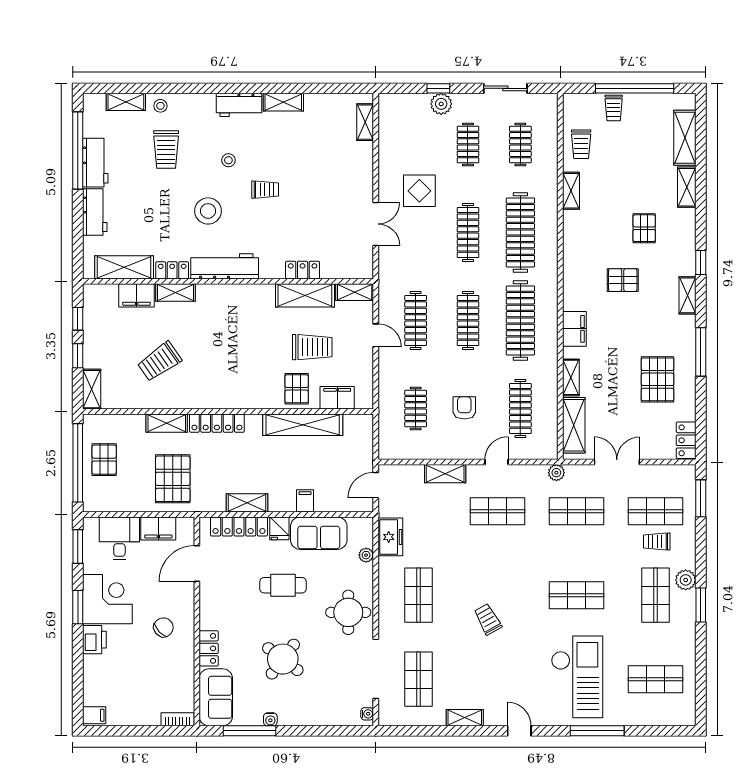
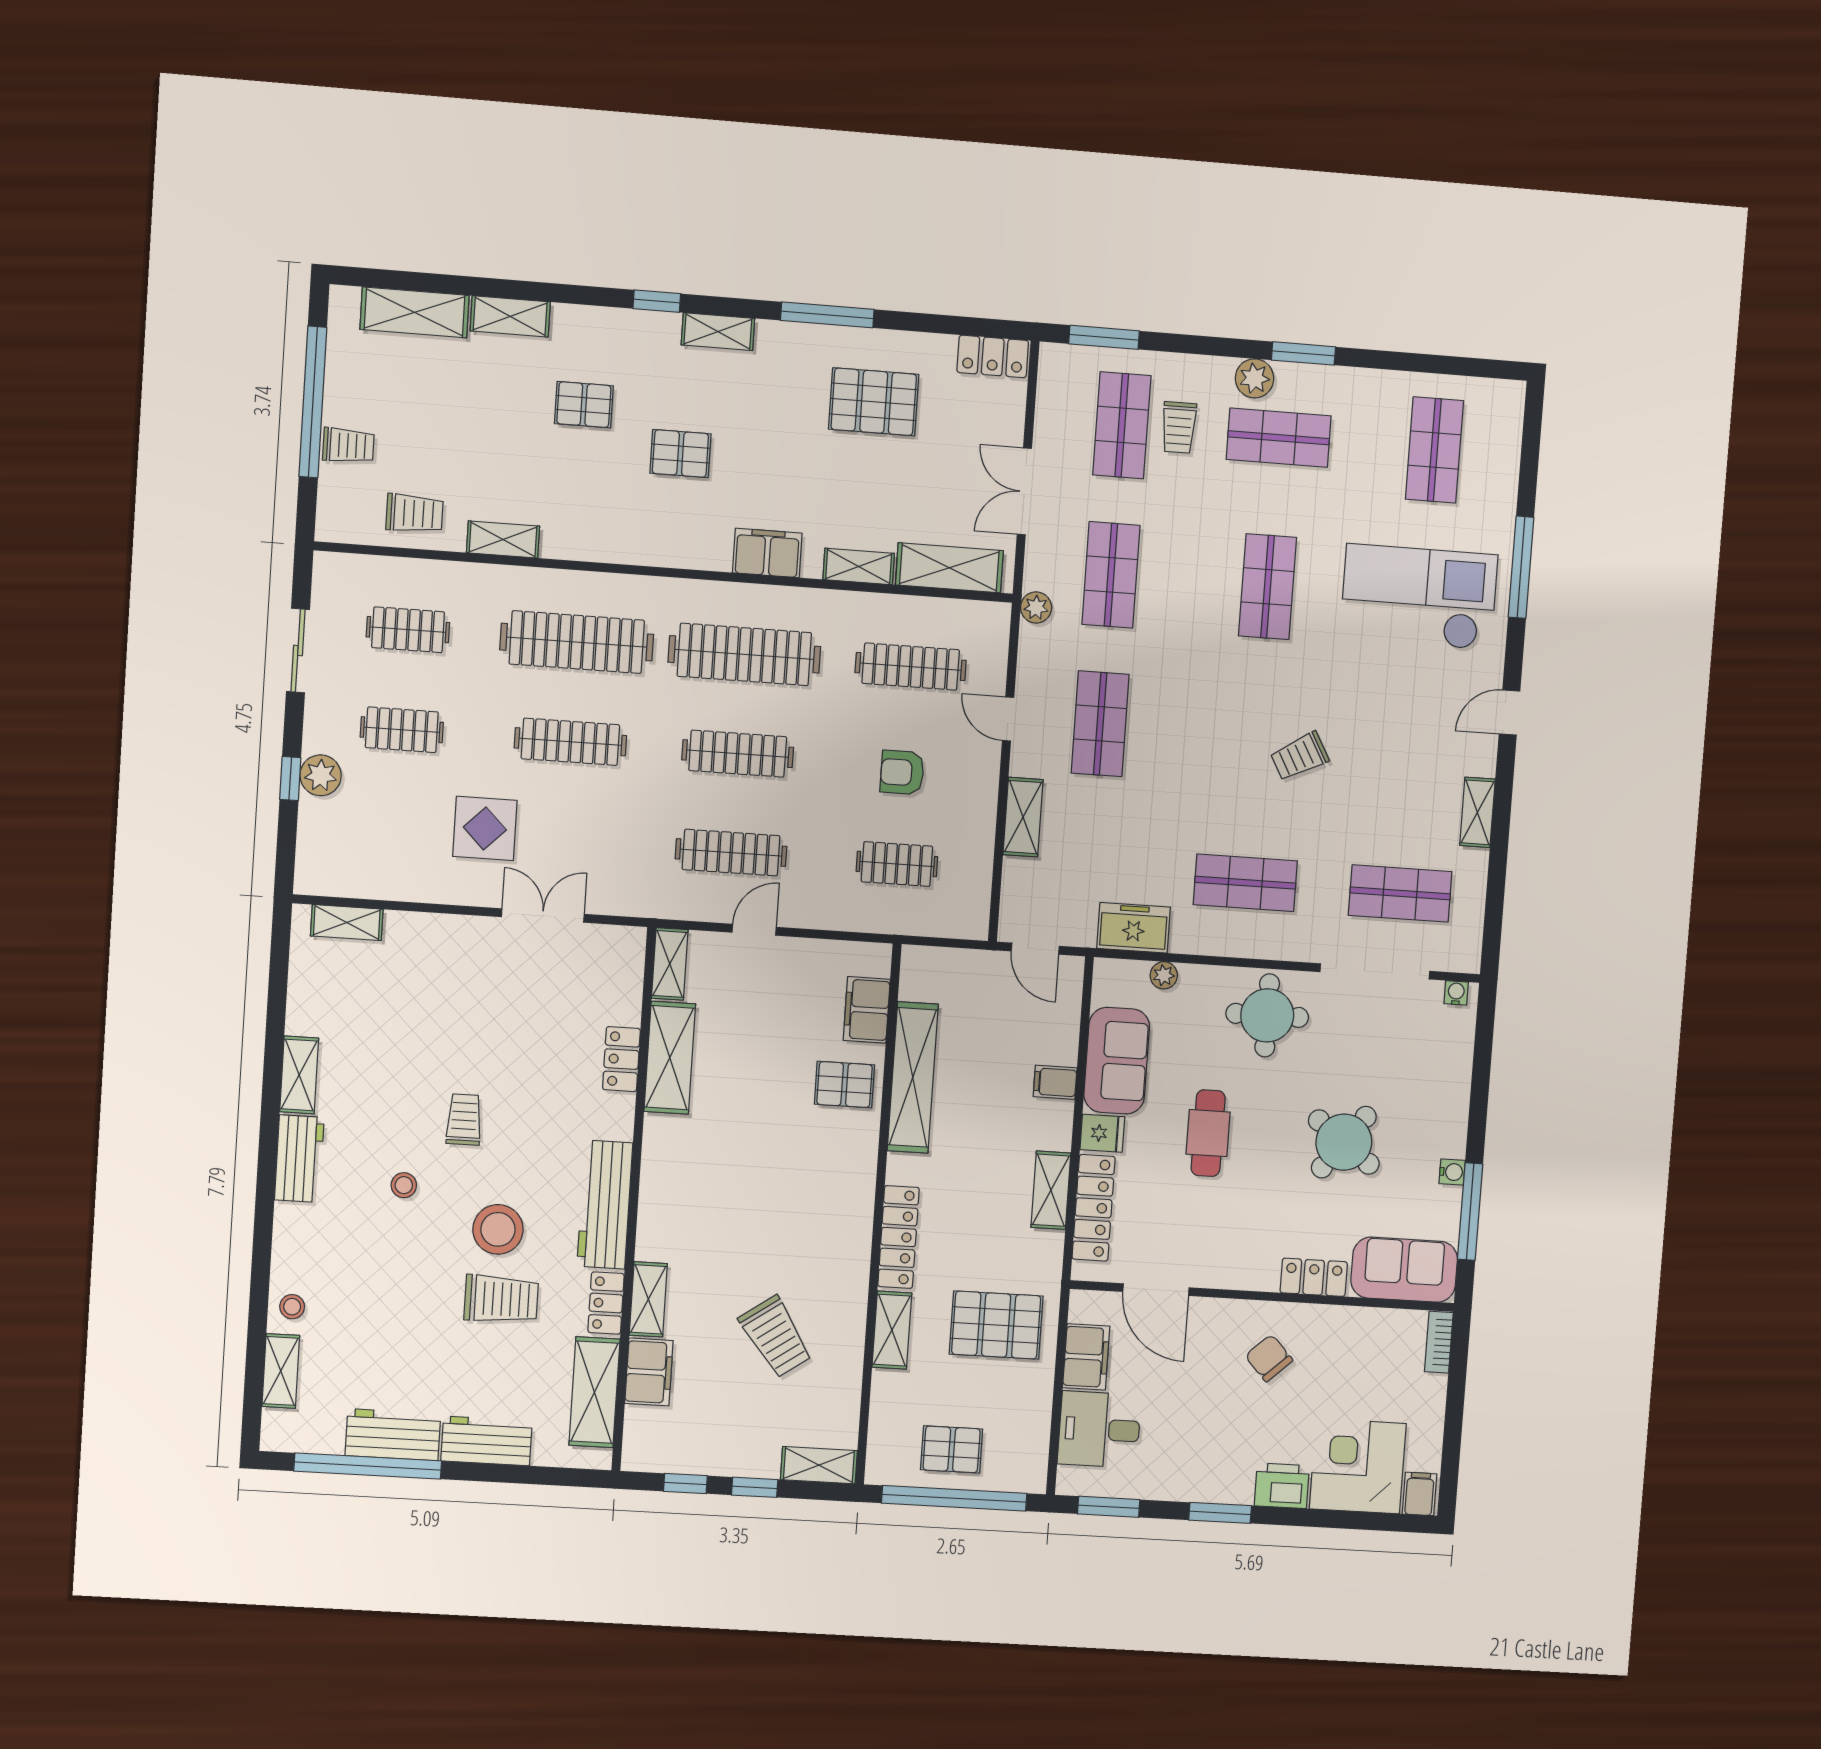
trolley: (166, 149) -> (501, 1299), moved
pallet: (623, 280) -> (680, 454), turned 90
trolley: (312, 347) -> (768, 1050), removed
corner desk: (107, 599) -> (1358, 1466), moved

